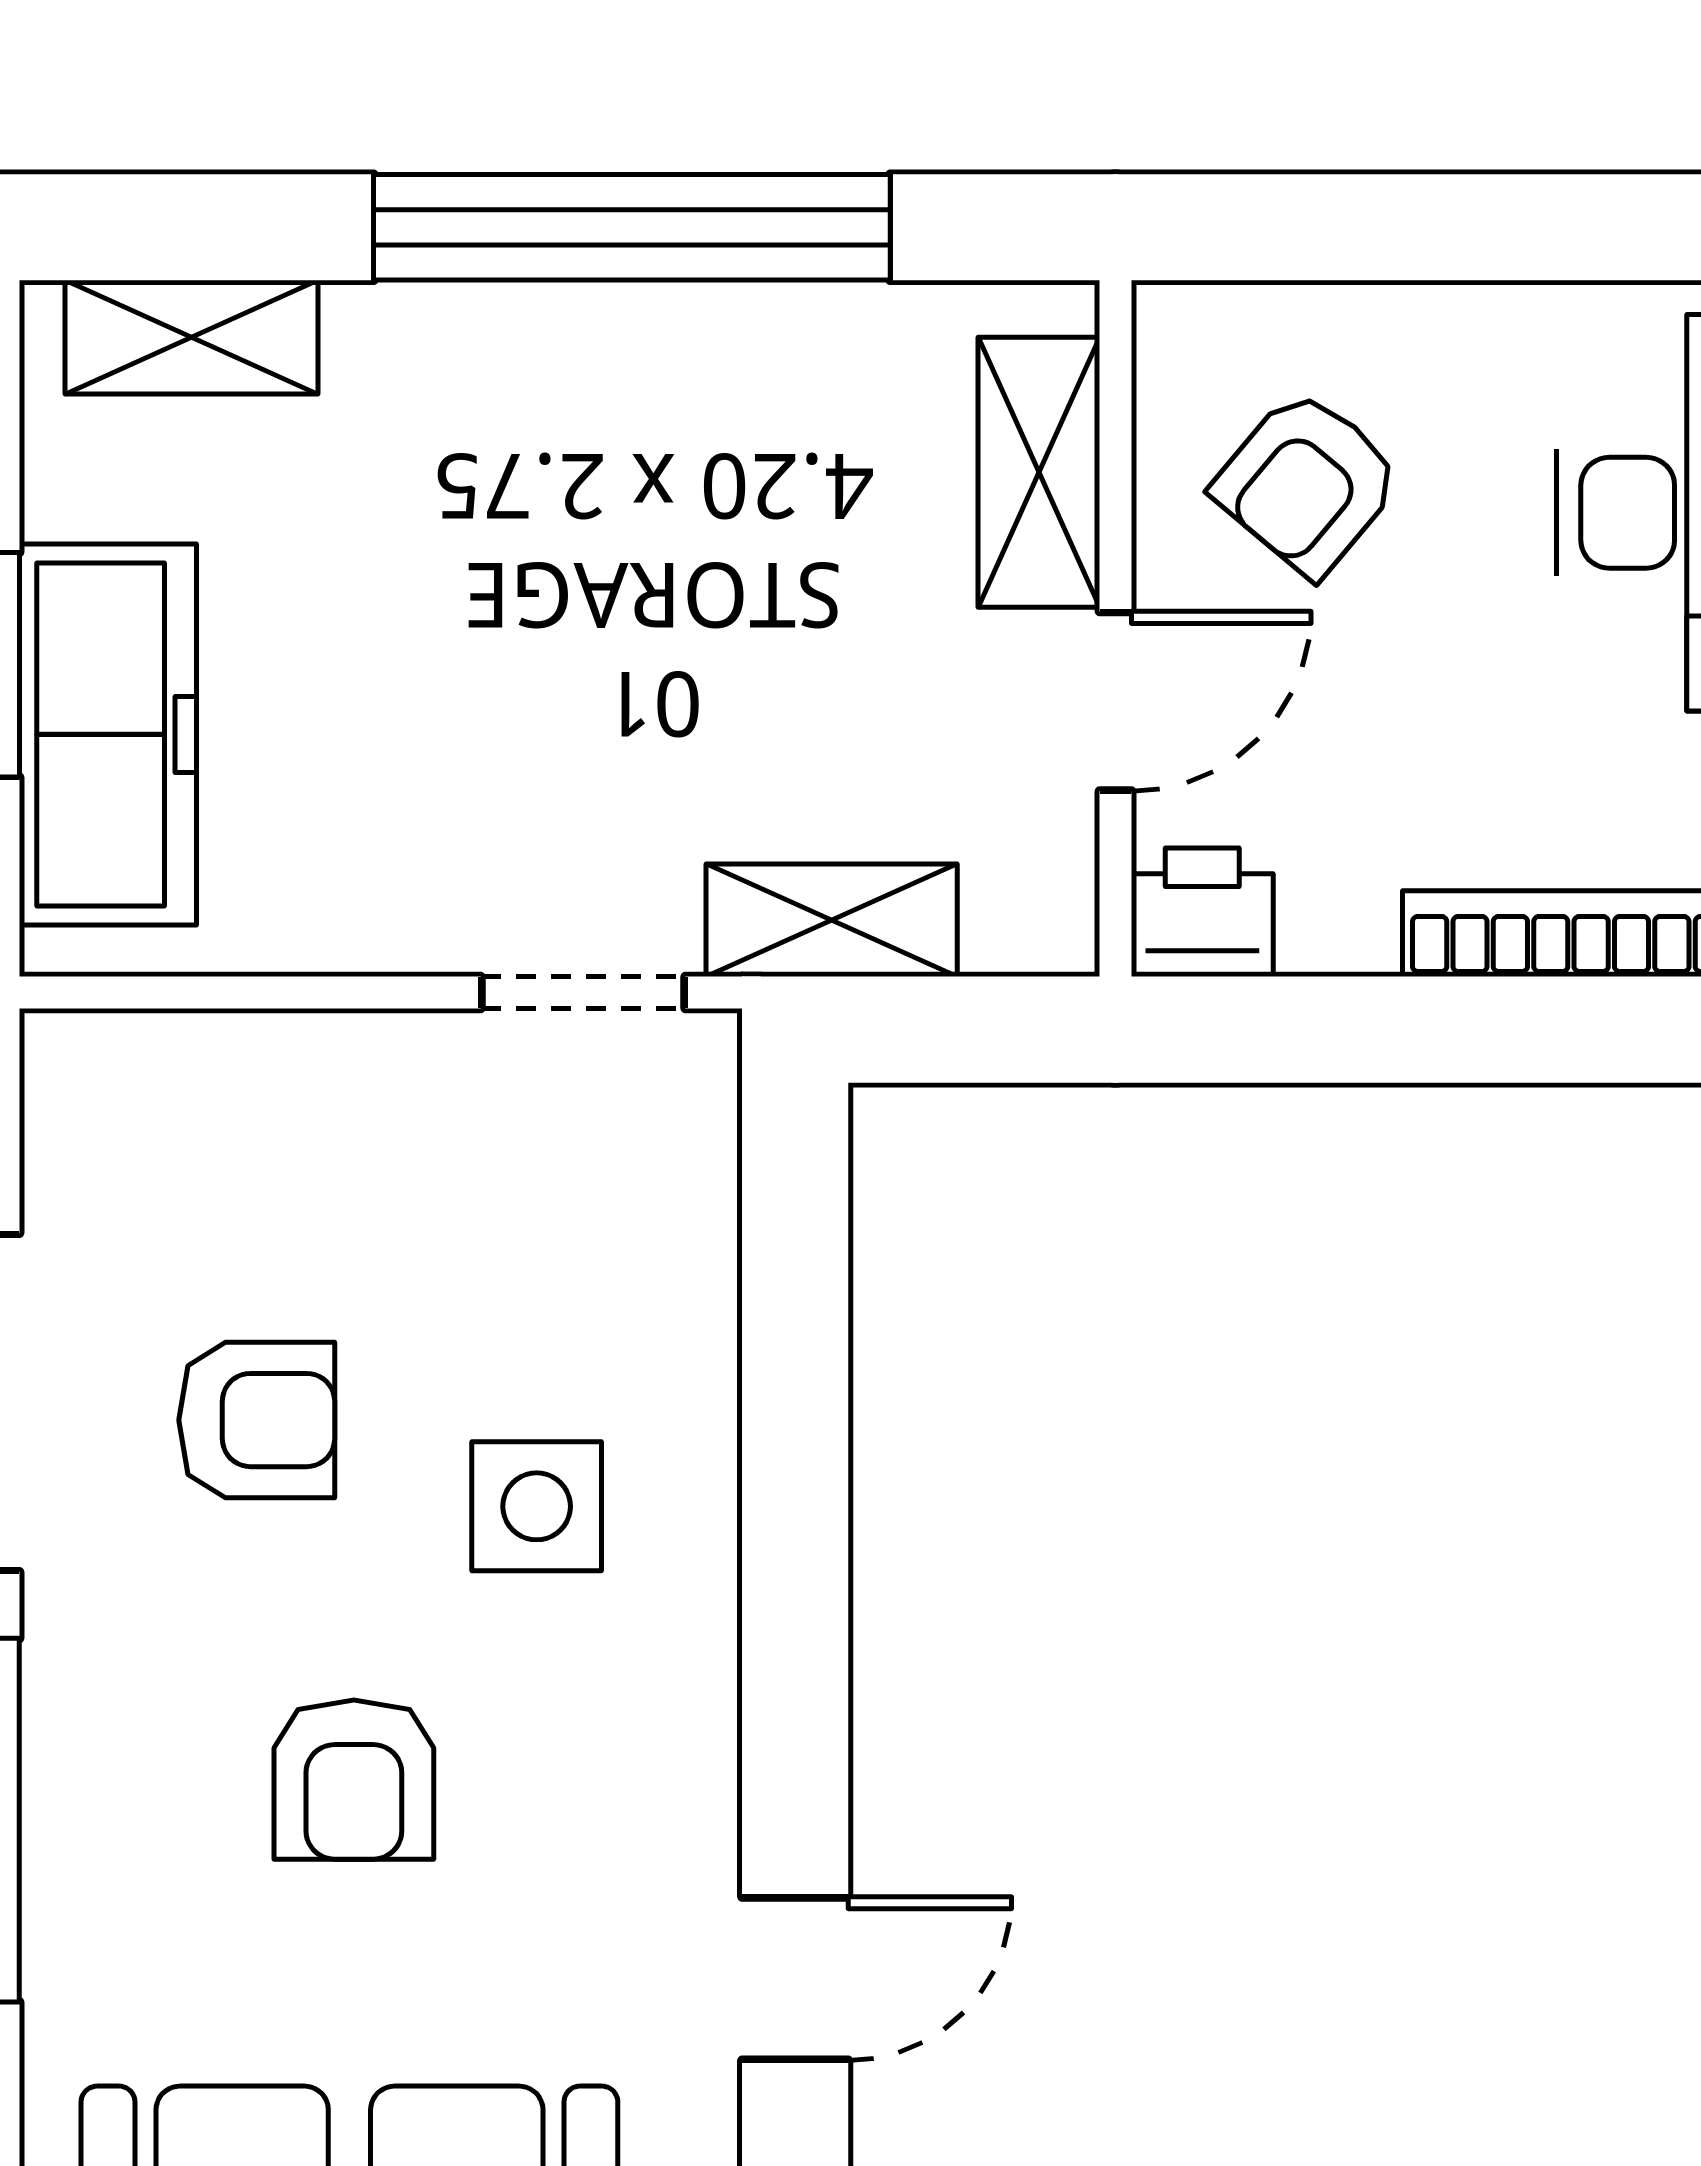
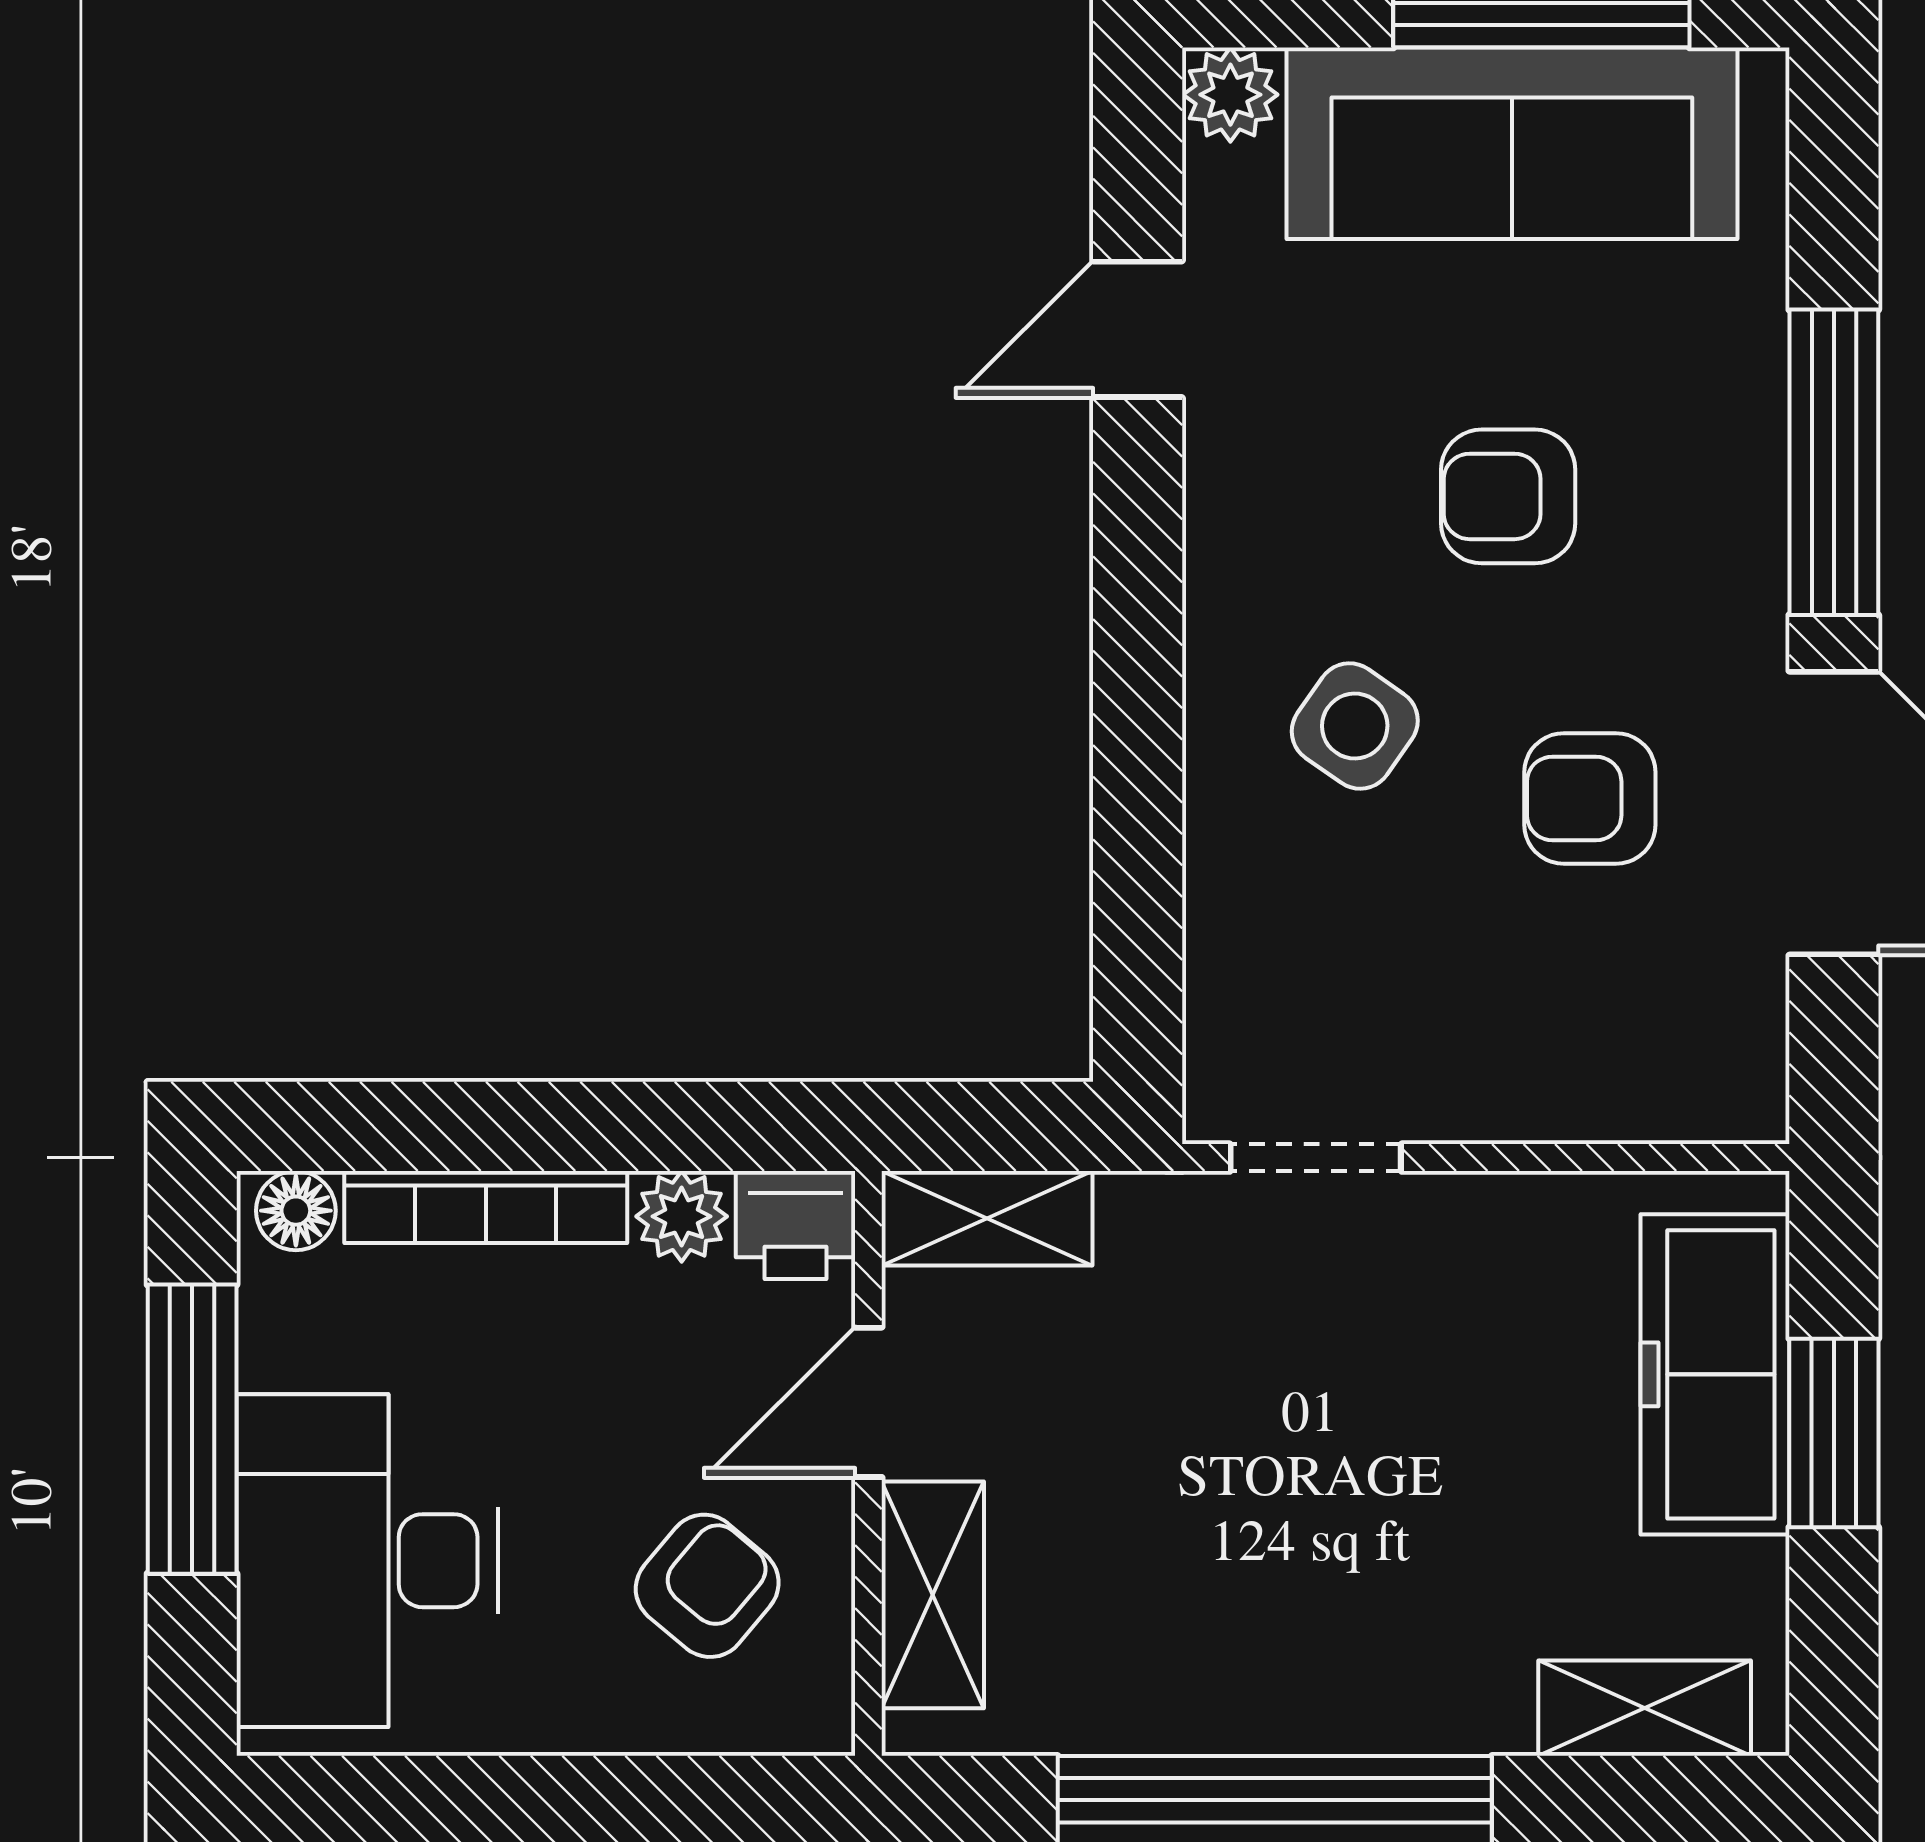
shelving: (832, 920) -> (987, 1218), moved
plant: (1338, 923) -> (682, 1216), added
side table: (537, 1506) -> (1355, 726), turned 35
armchair: (354, 1780) -> (1508, 496), turned -90

